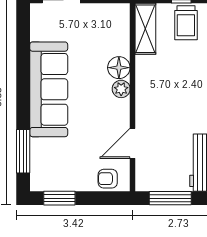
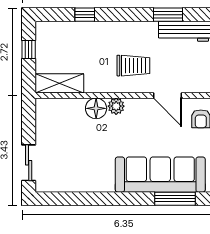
trolley: (186, 23) -> (133, 66), moved
sofa: (49, 89) -> (160, 175), moved

